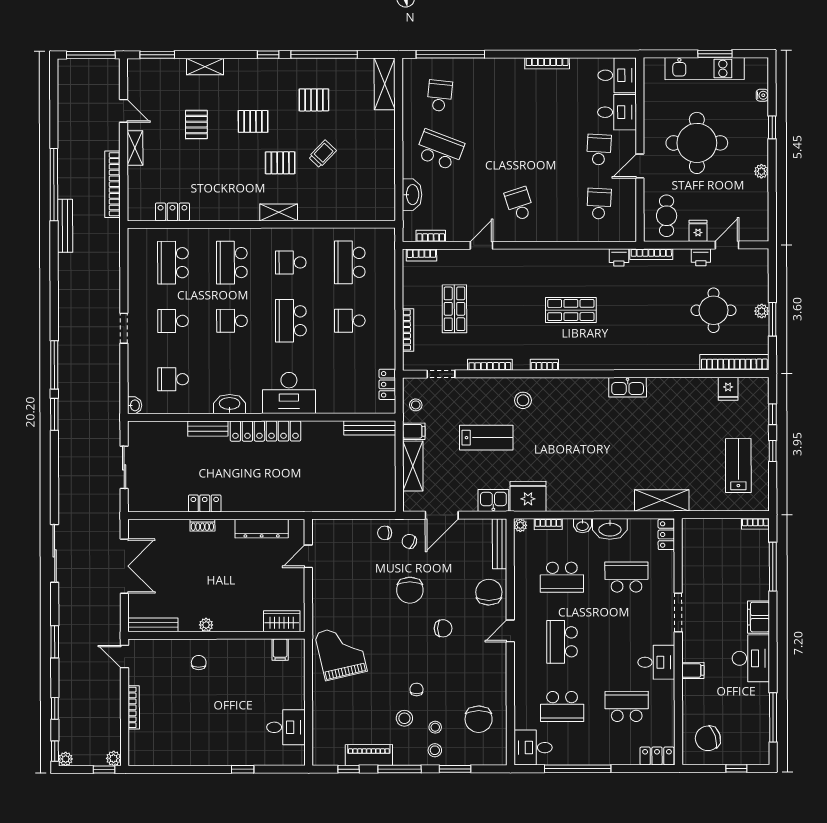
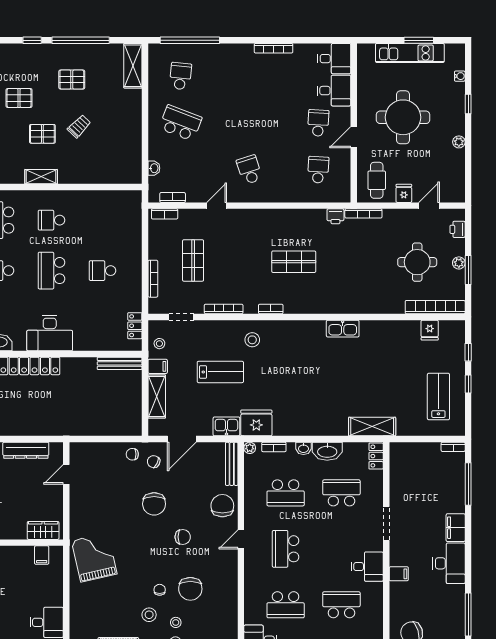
washbasin: (412, 195) -> (154, 168), width x0.52, depth x0.69
printer: (701, 257) -> (458, 229), moved, turned 90
school desk: (350, 262) -> (102, 220), removed
chair: (479, 719) -> (190, 589), moved

